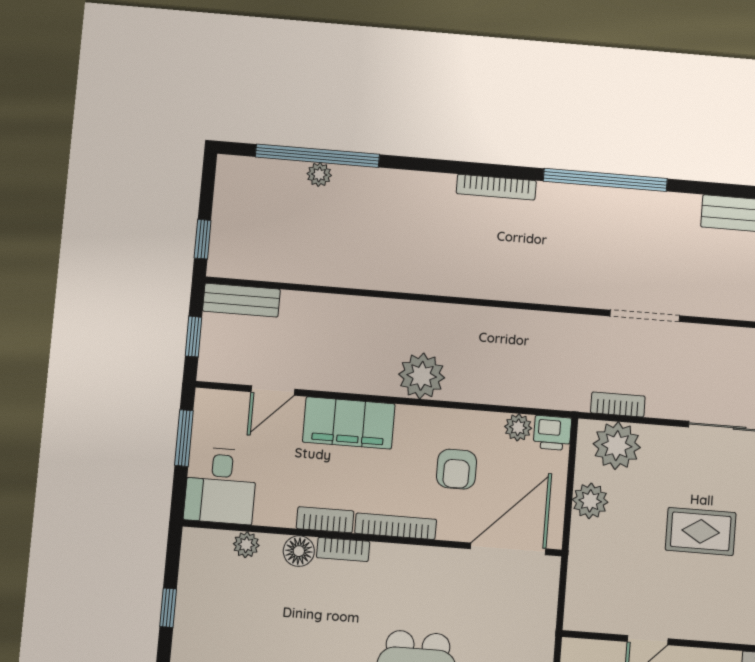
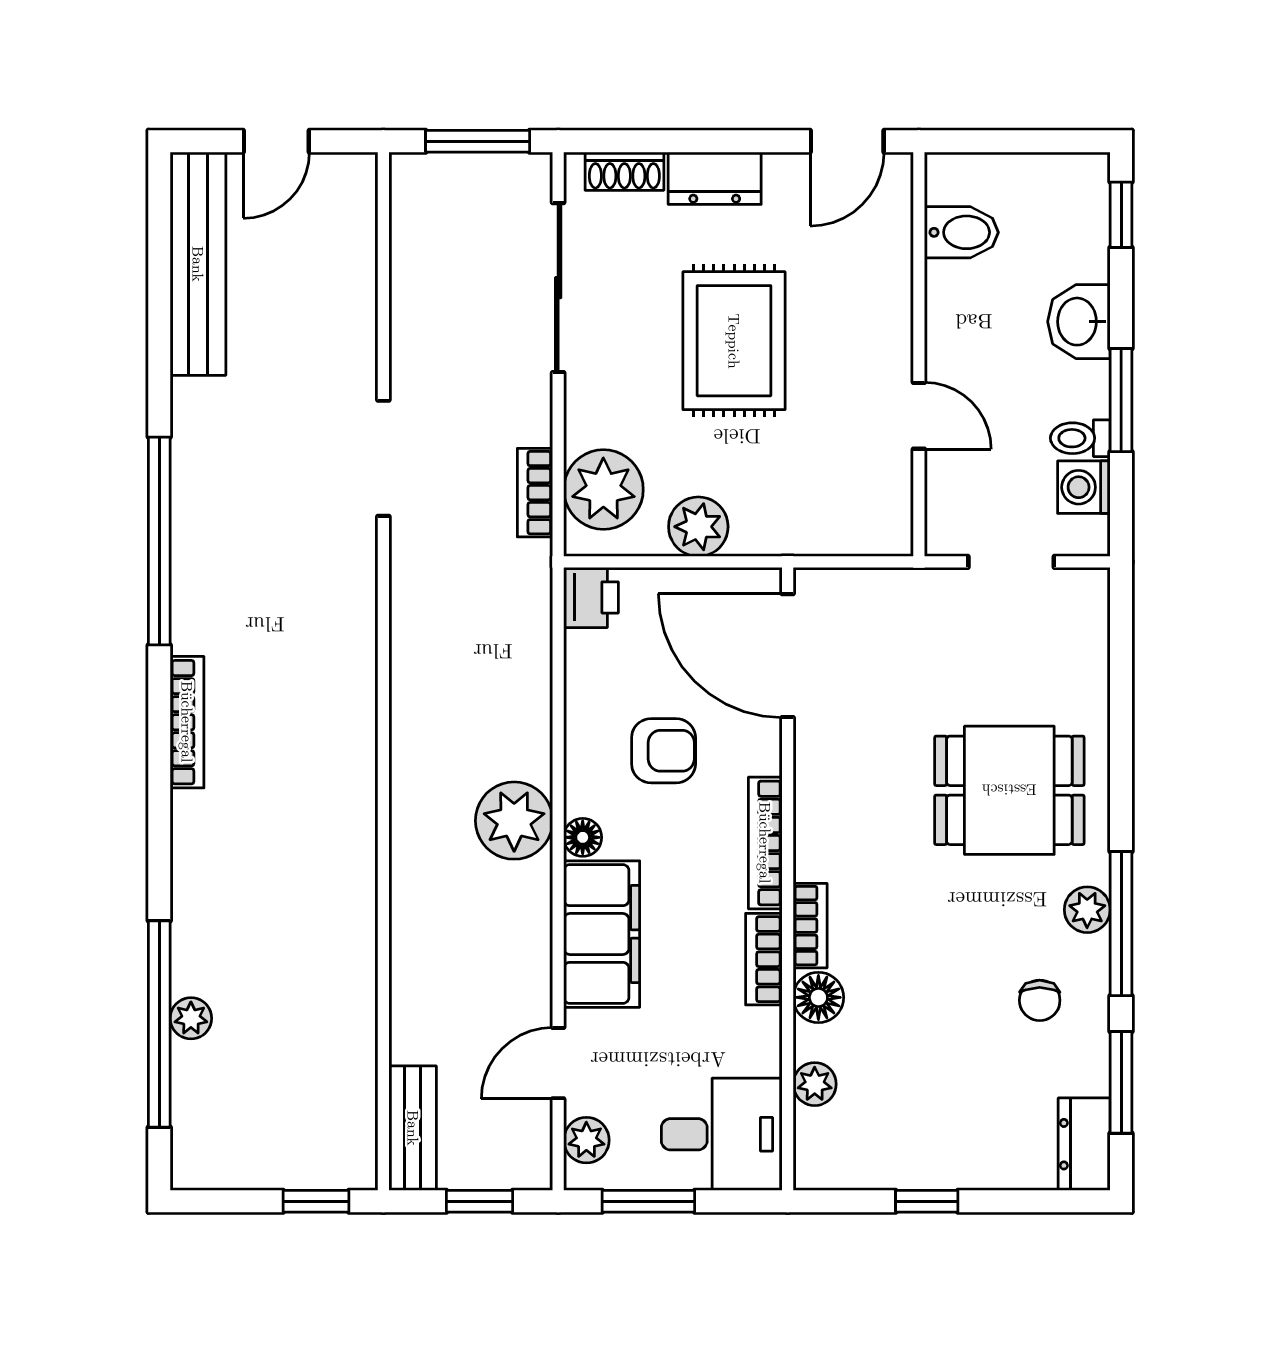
door: (273, 390) -> (558, 1063), swing flipped
floor lamp: (408, 416) -> (583, 837), added
plant: (518, 427) -> (586, 1140), moved
rug: (701, 531) -> (734, 341), width x1.36, depth x1.43

